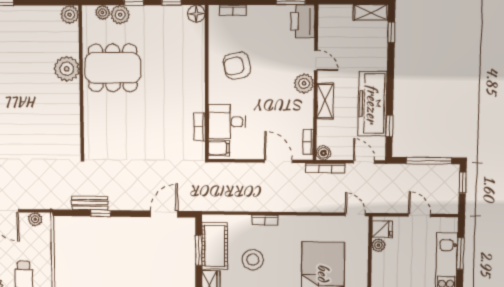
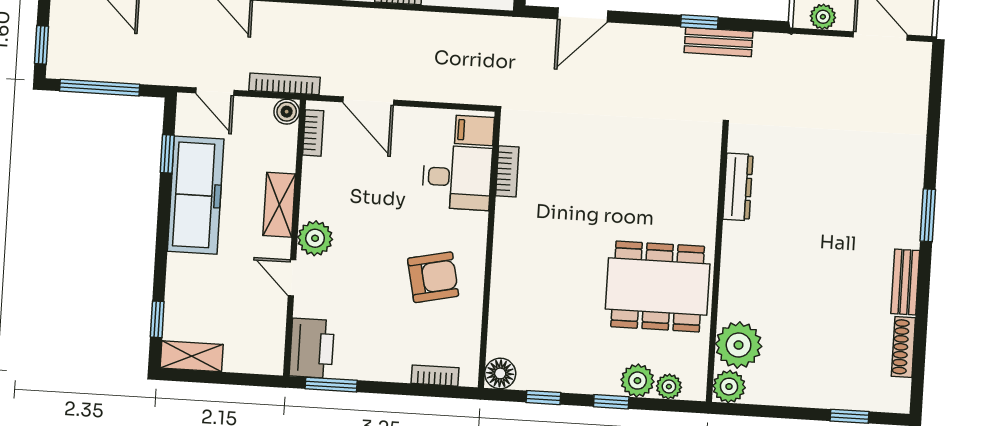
plant: (67, 69) -> (739, 345), moved
dresser: (73, 125) -> (738, 187), added

